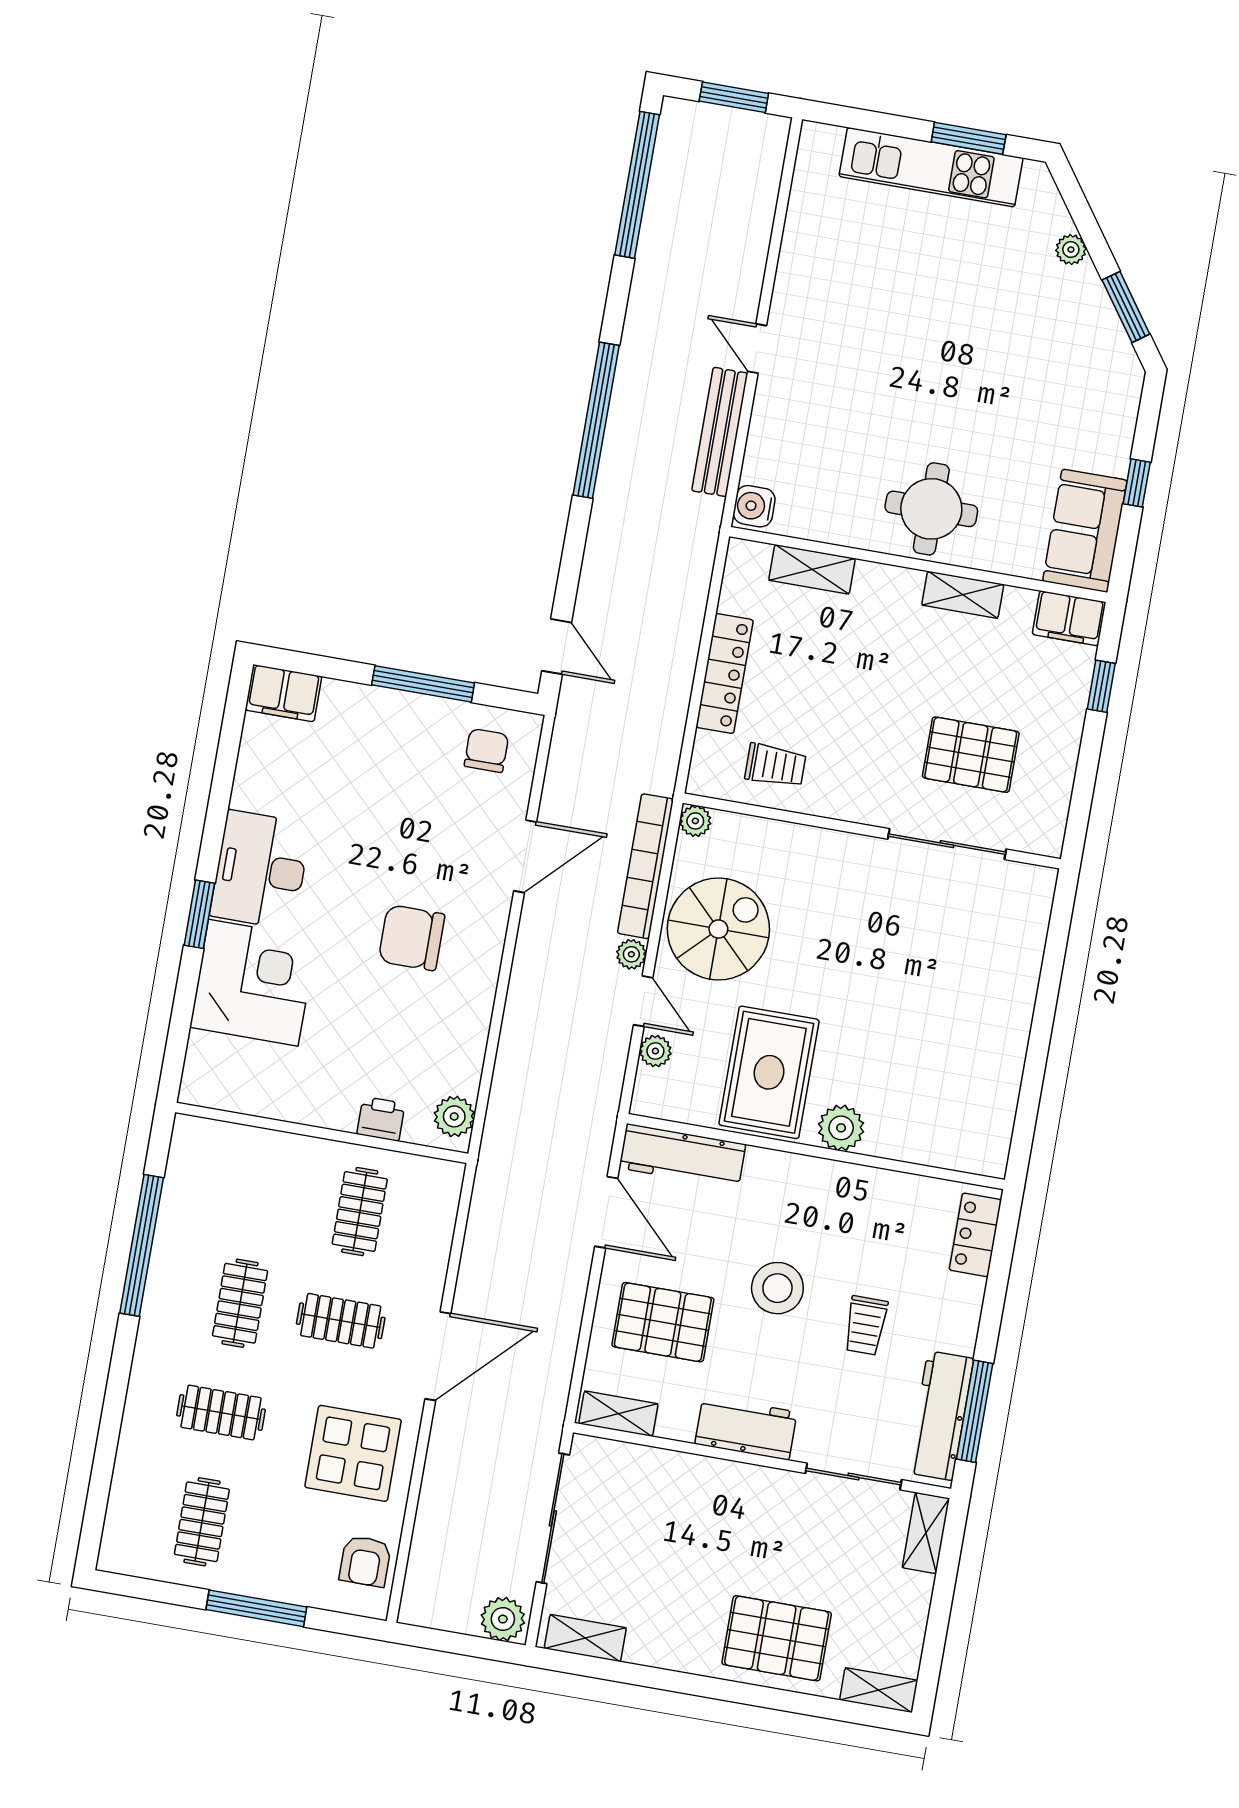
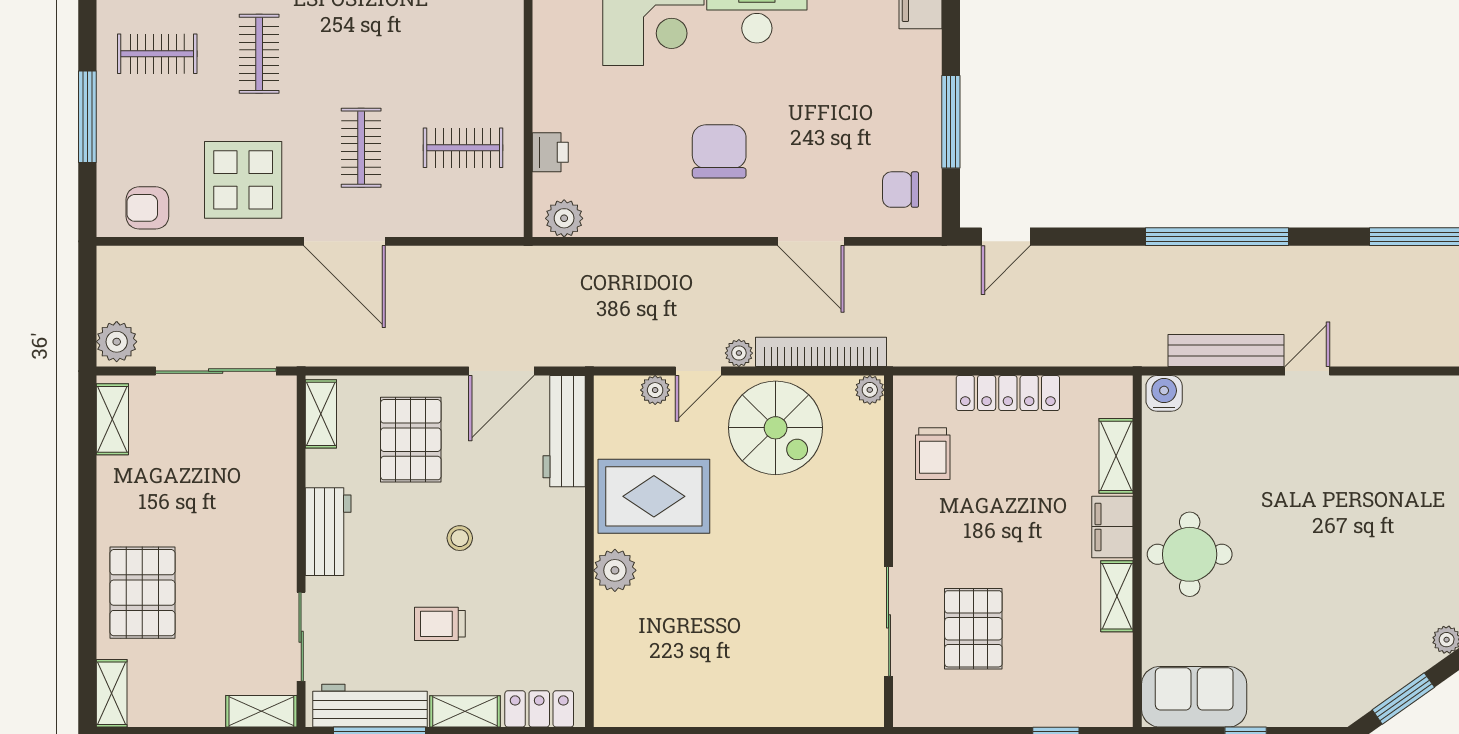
filing cabinet: (1069, 618) -> (1112, 527), moved
chair: (486, 750) -> (901, 190), turned 180
stool: (777, 1288) -> (460, 538), width x0.53, depth x0.53
clothes rail: (240, 1303) -> (361, 54), removed
shelving: (964, 1315) -> (465, 711), added

